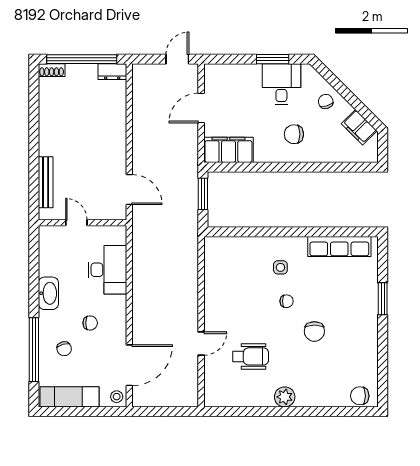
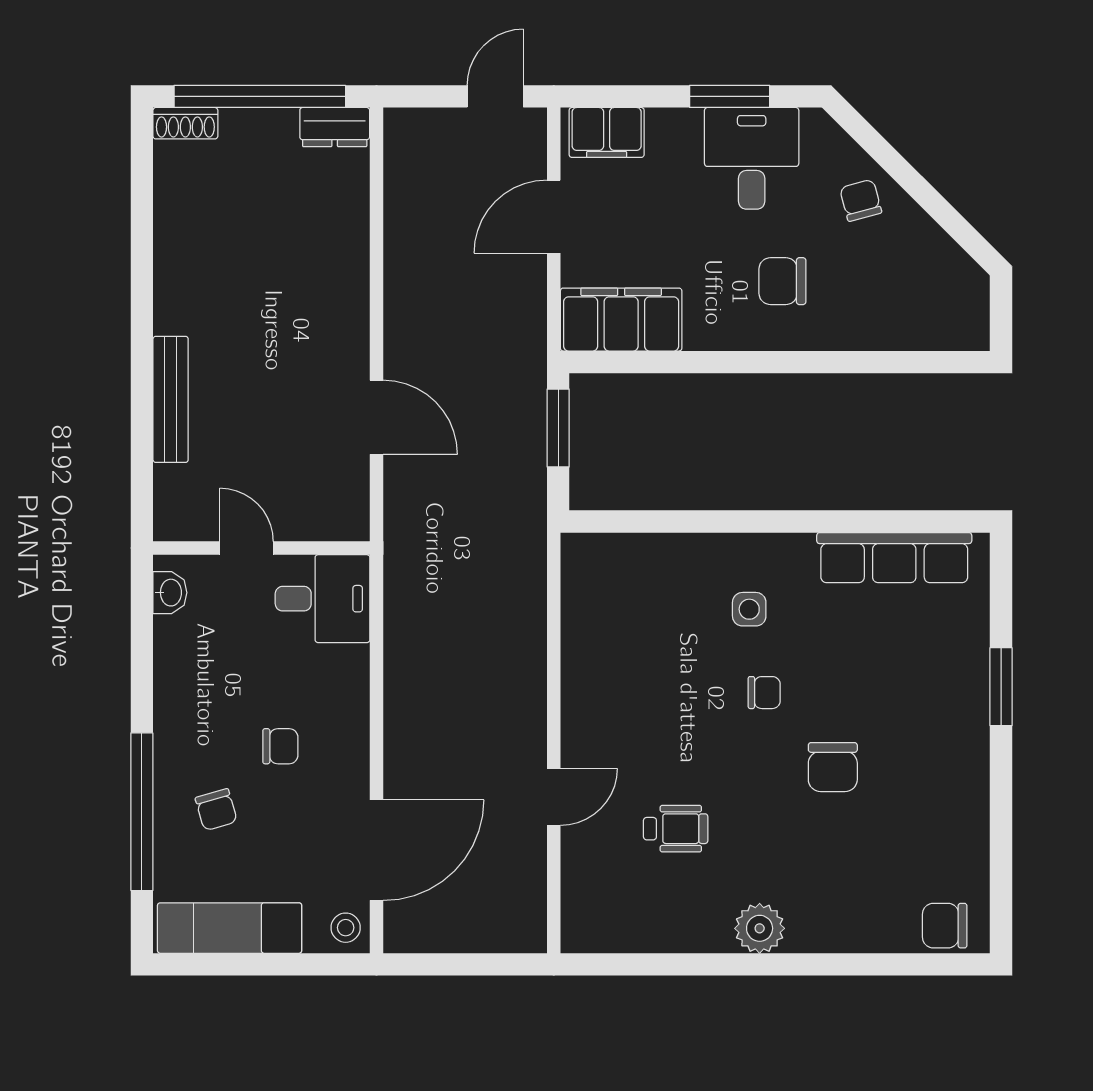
filing cabinet: (359, 127) -> (607, 132), moved, turned -45
door: (76, 223) -> (247, 548), moved
wall: (82, 223) -> (261, 548), moved
desk: (107, 270) -> (323, 599), width x0.73
washbasin: (48, 293) -> (170, 593), moved, width x0.52, depth x0.69
wheelchair: (251, 356) -> (676, 829), width x0.73, depth x0.73

